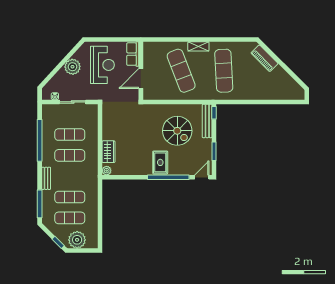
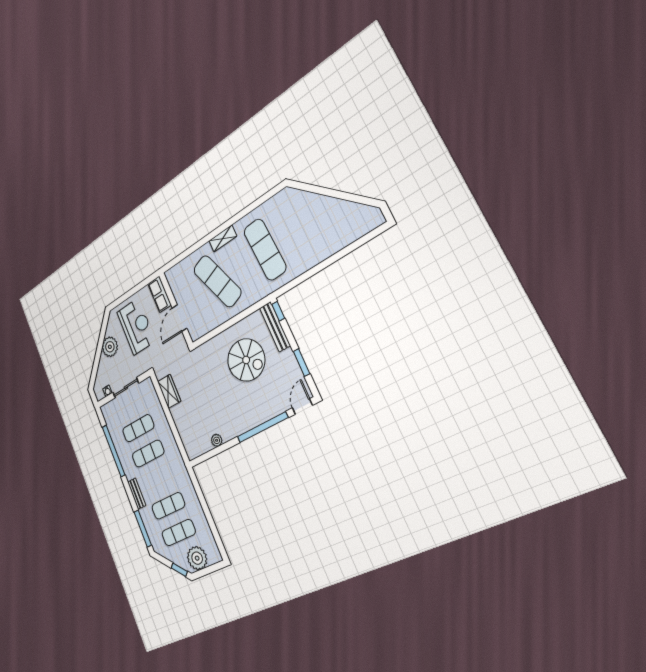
piano: (264, 58) -> (306, 200), removed
wardrobe: (108, 152) -> (169, 391), moved
rug: (160, 162) -> (245, 412), removed
plant: (107, 171) -> (217, 440), moved

